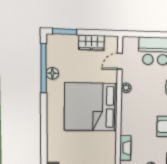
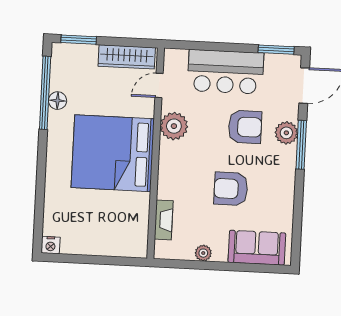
wardrobe: (91, 43) -> (127, 57), width x1.50
plant: (126, 88) -> (174, 126), width x1.87, depth x1.87

